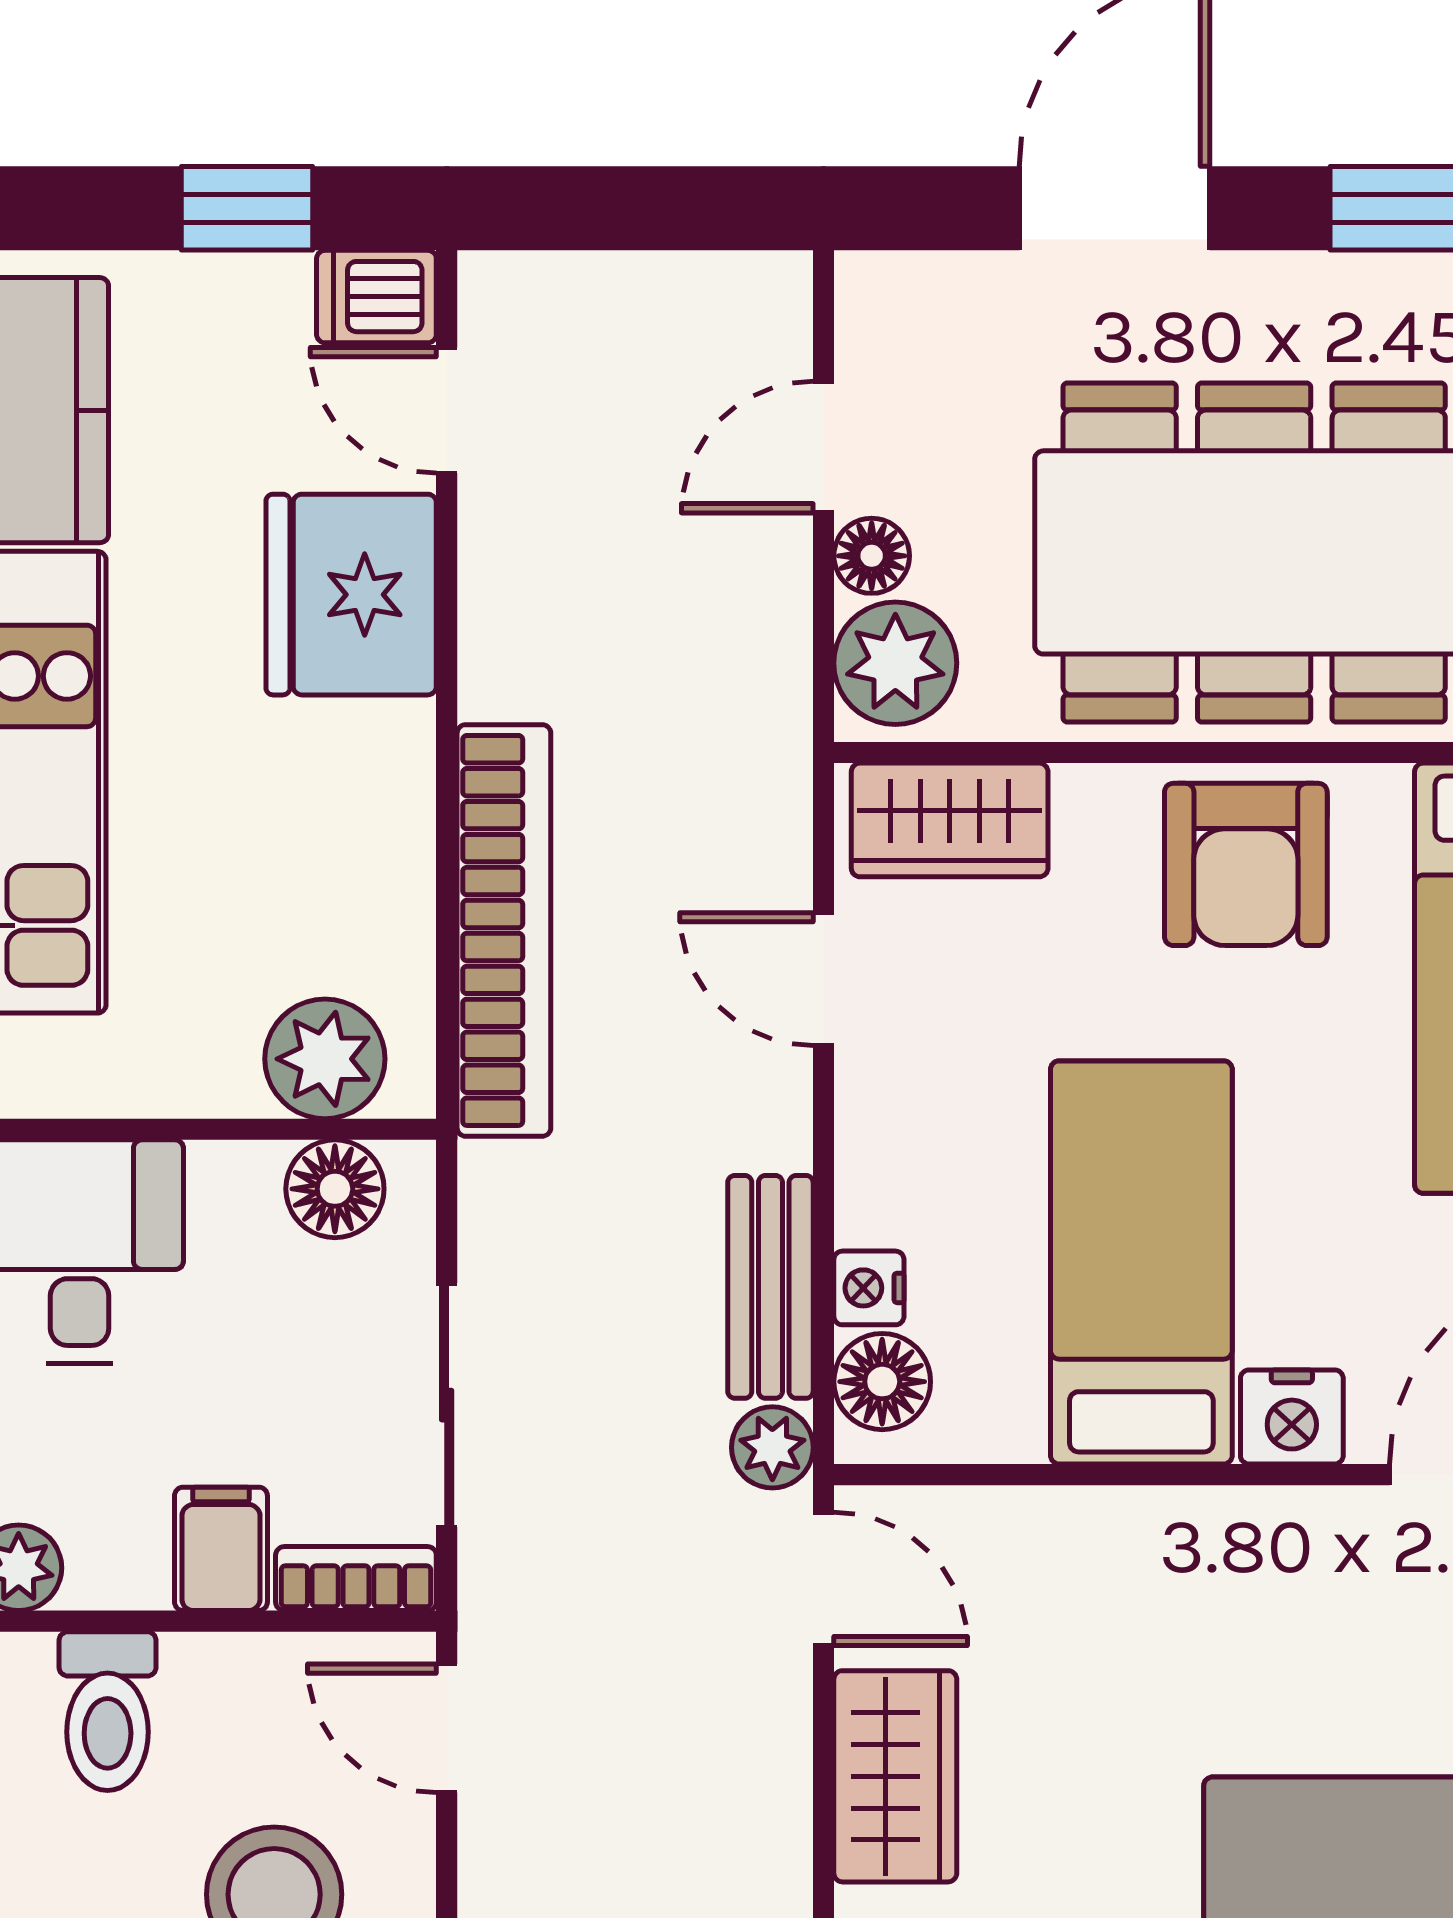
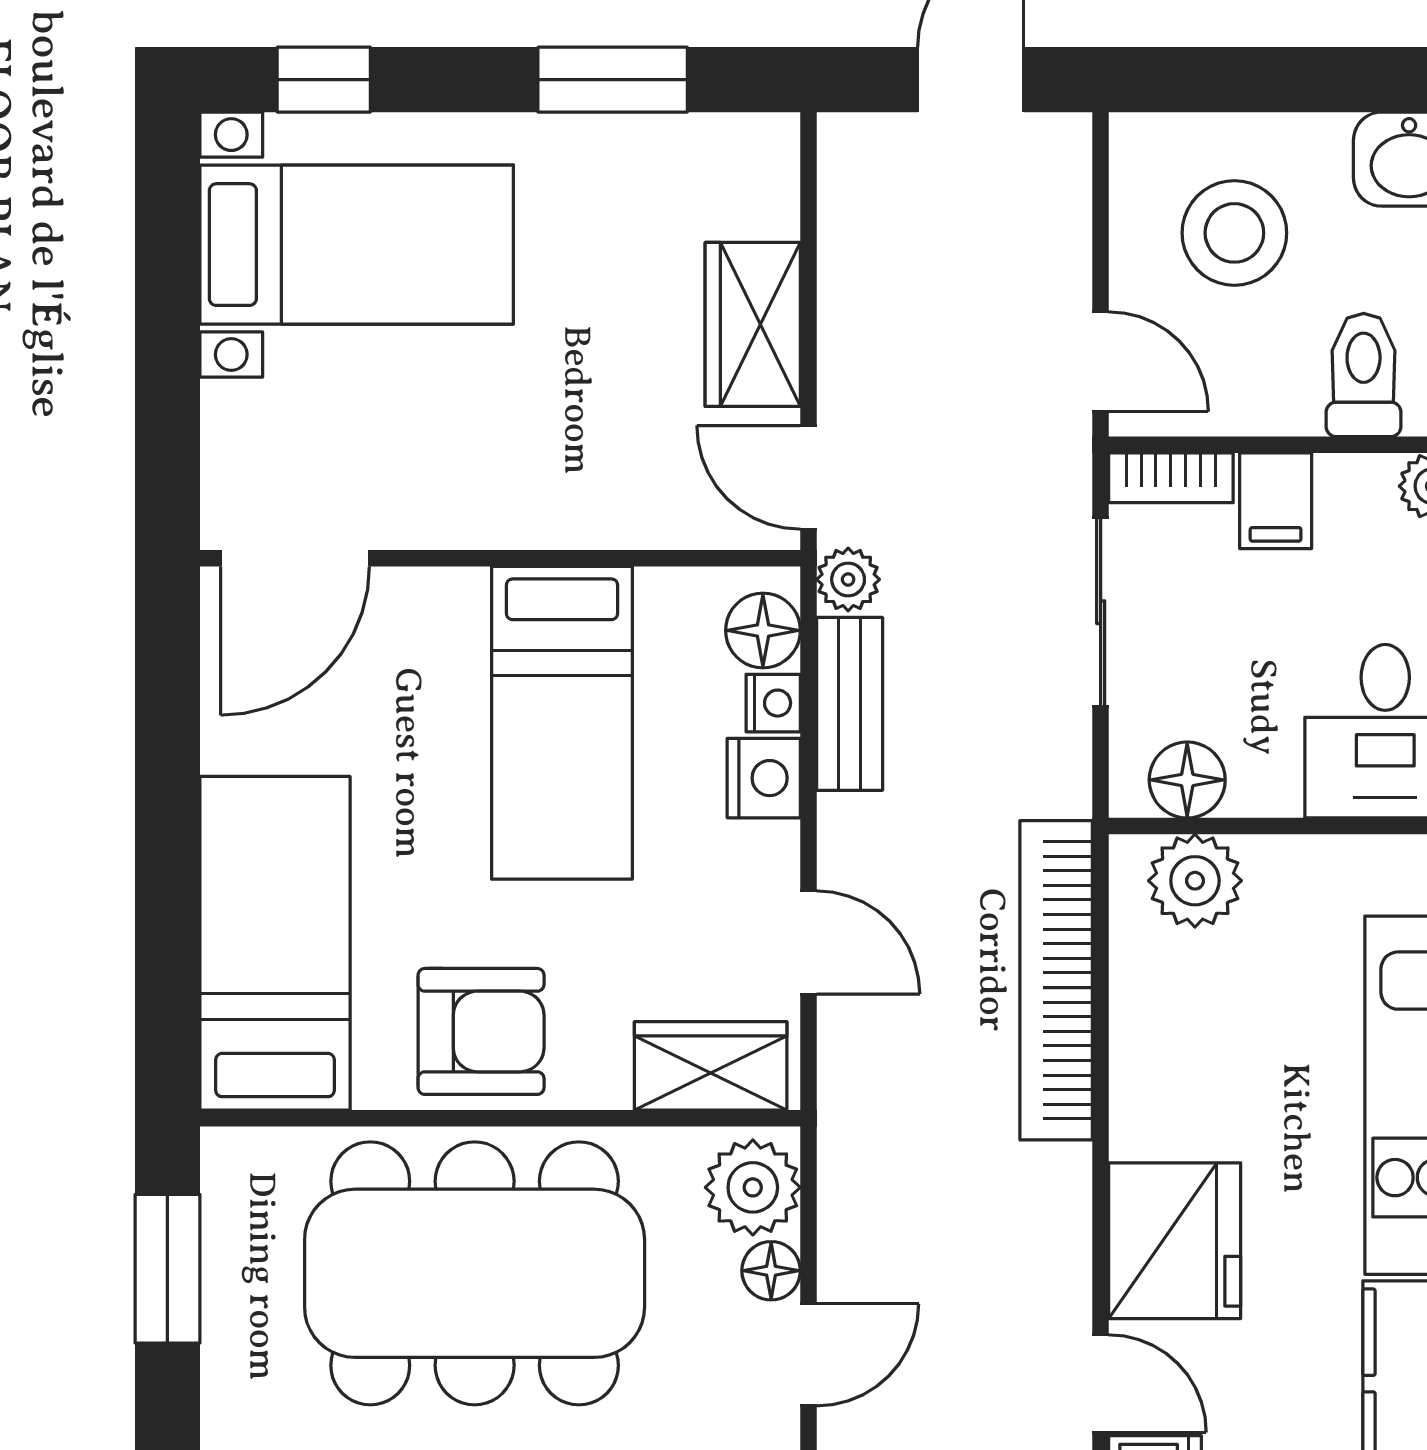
armchair: (1246, 864) -> (481, 1031), turned 90
nightstand: (1292, 1417) -> (764, 778), moved, turned 90

